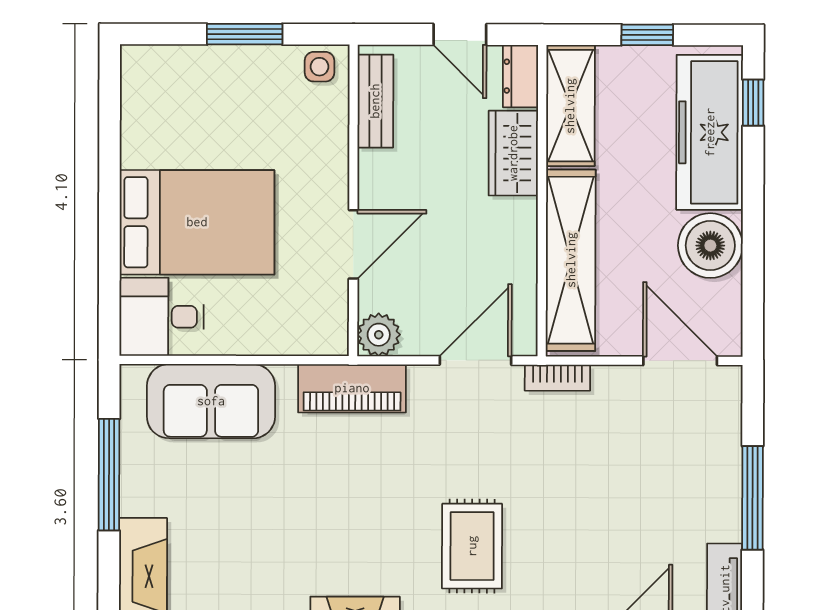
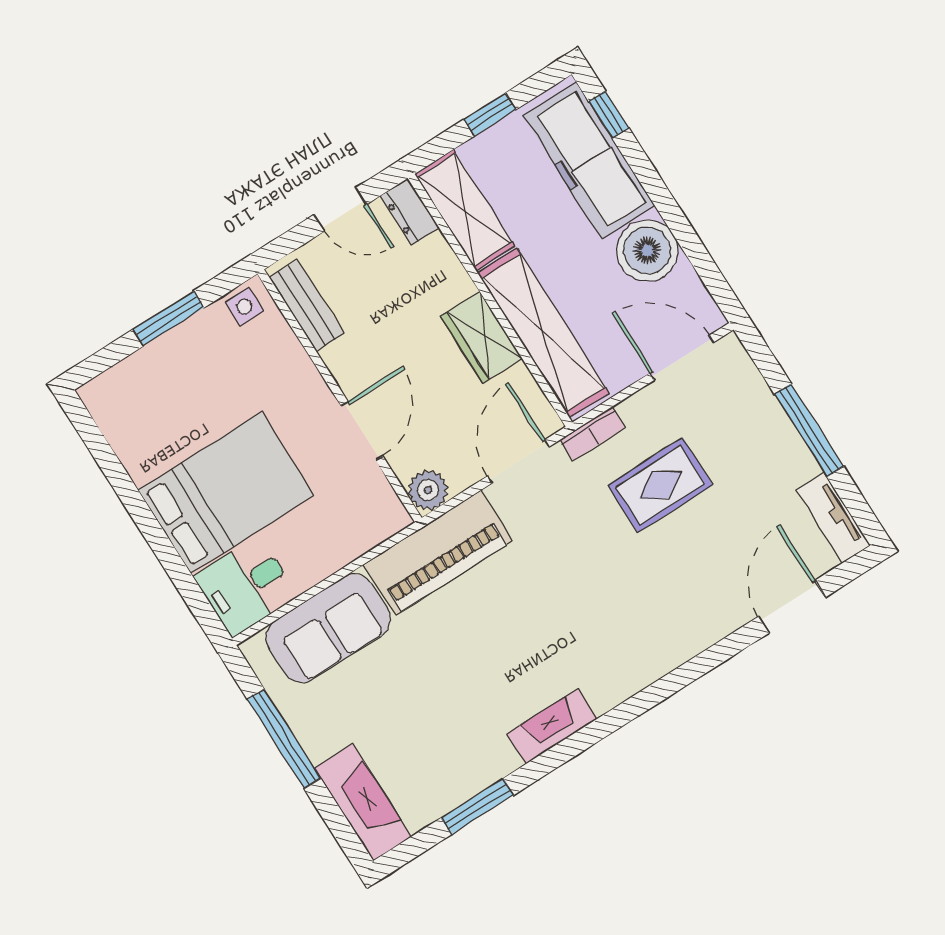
wardrobe: (513, 153) -> (482, 338), moved
piano: (352, 388) -> (438, 553), width x1.37, depth x1.33
rug: (472, 546) -> (660, 485), moved, turned 90

